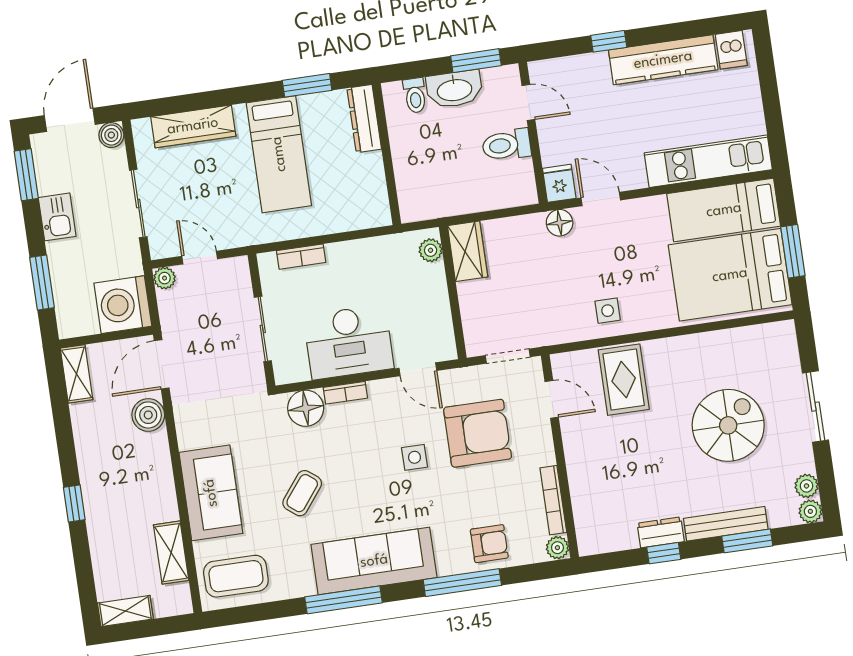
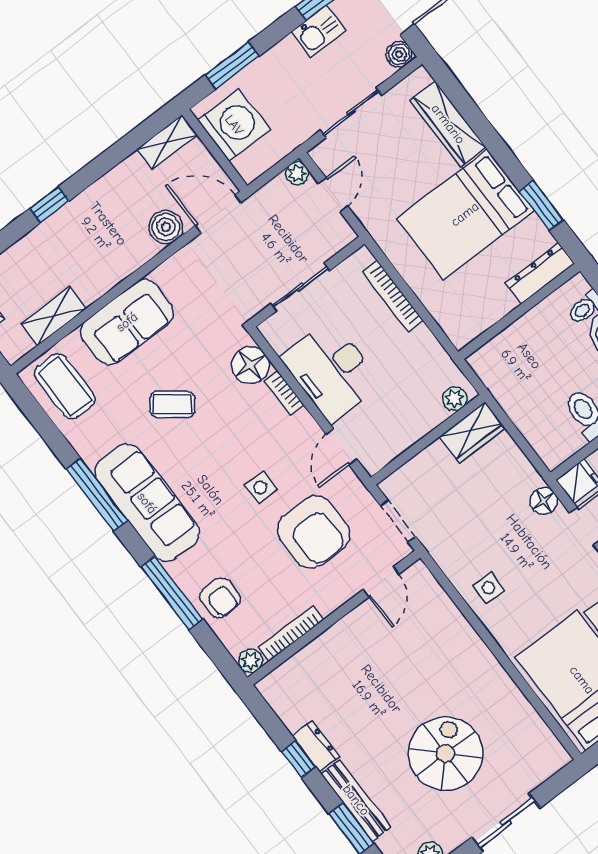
bed: (279, 154) -> (465, 214), width x1.50
kitchen sink: (57, 217) -> (319, 31), moved
bookcase: (301, 257) -> (393, 296), width x1.56
washing machine: (123, 305) -> (234, 125), moved, turned 90
rug: (624, 380) -> (435, 637), removed
spiral stairs: (728, 425) -> (446, 754), turned -90

